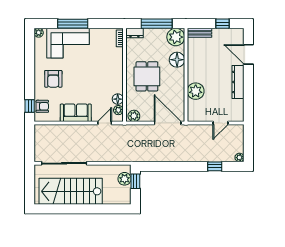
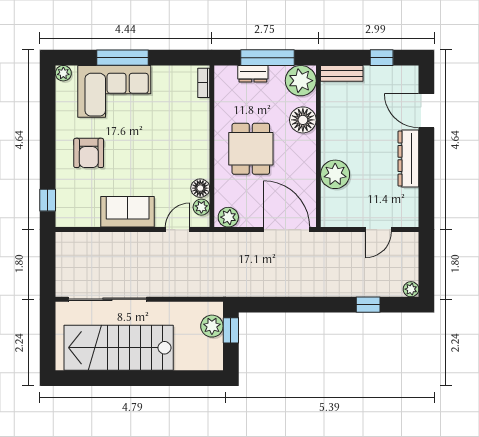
dresser: (134, 33) -> (253, 74), moved
armchair: (42, 106) -> (70, 201), removed

